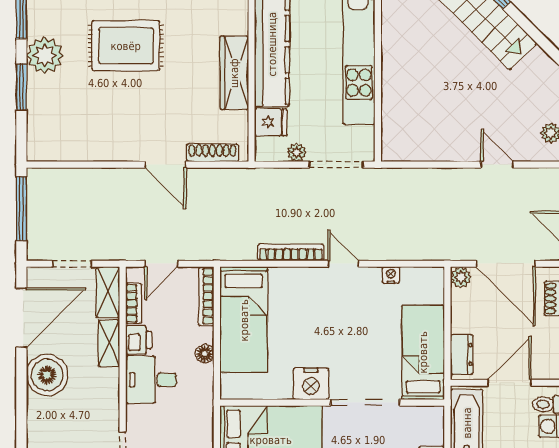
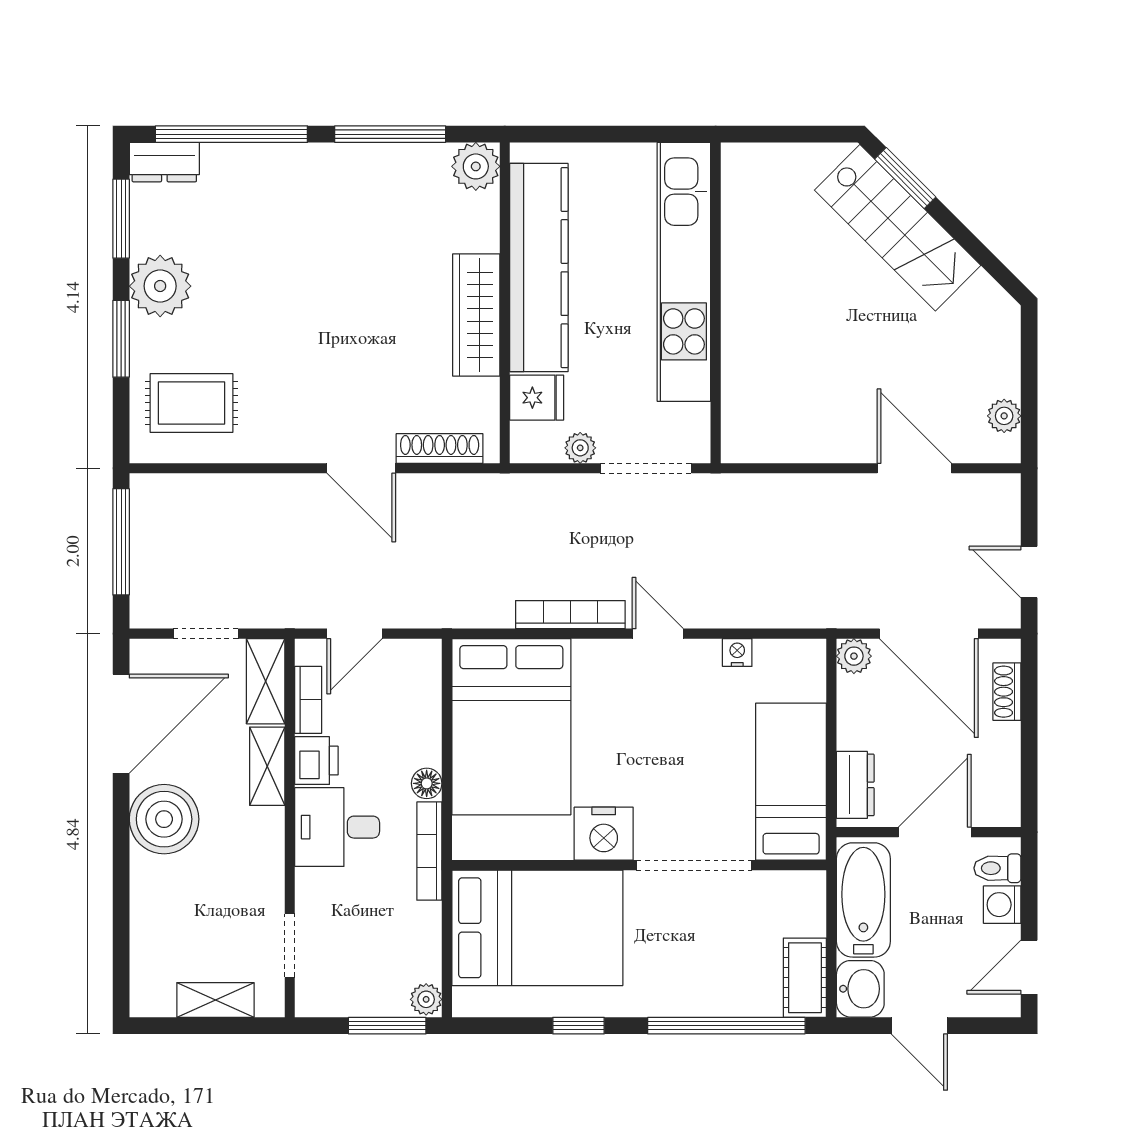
rug: (126, 46) -> (191, 403), moved, width x0.73, depth x0.70
door: (497, 165) -> (914, 468), width x1.38
bookcase: (206, 296) -> (429, 851), moved
bed: (244, 320) -> (511, 727), width x1.50

